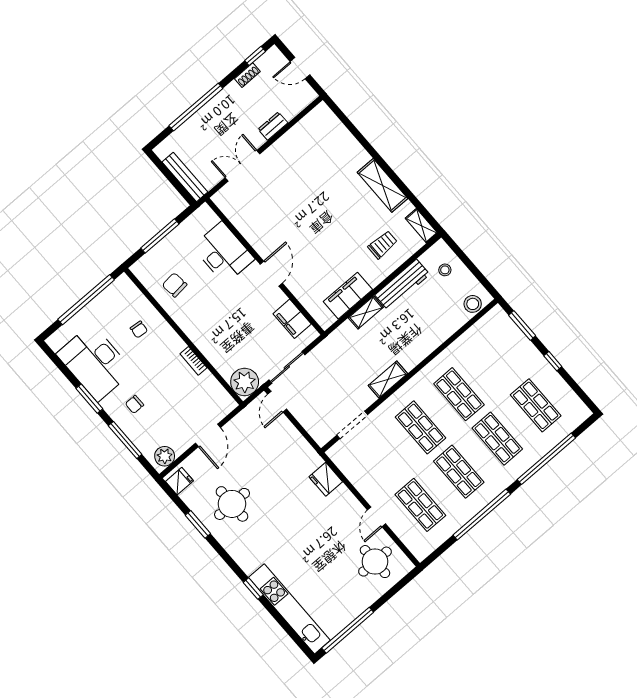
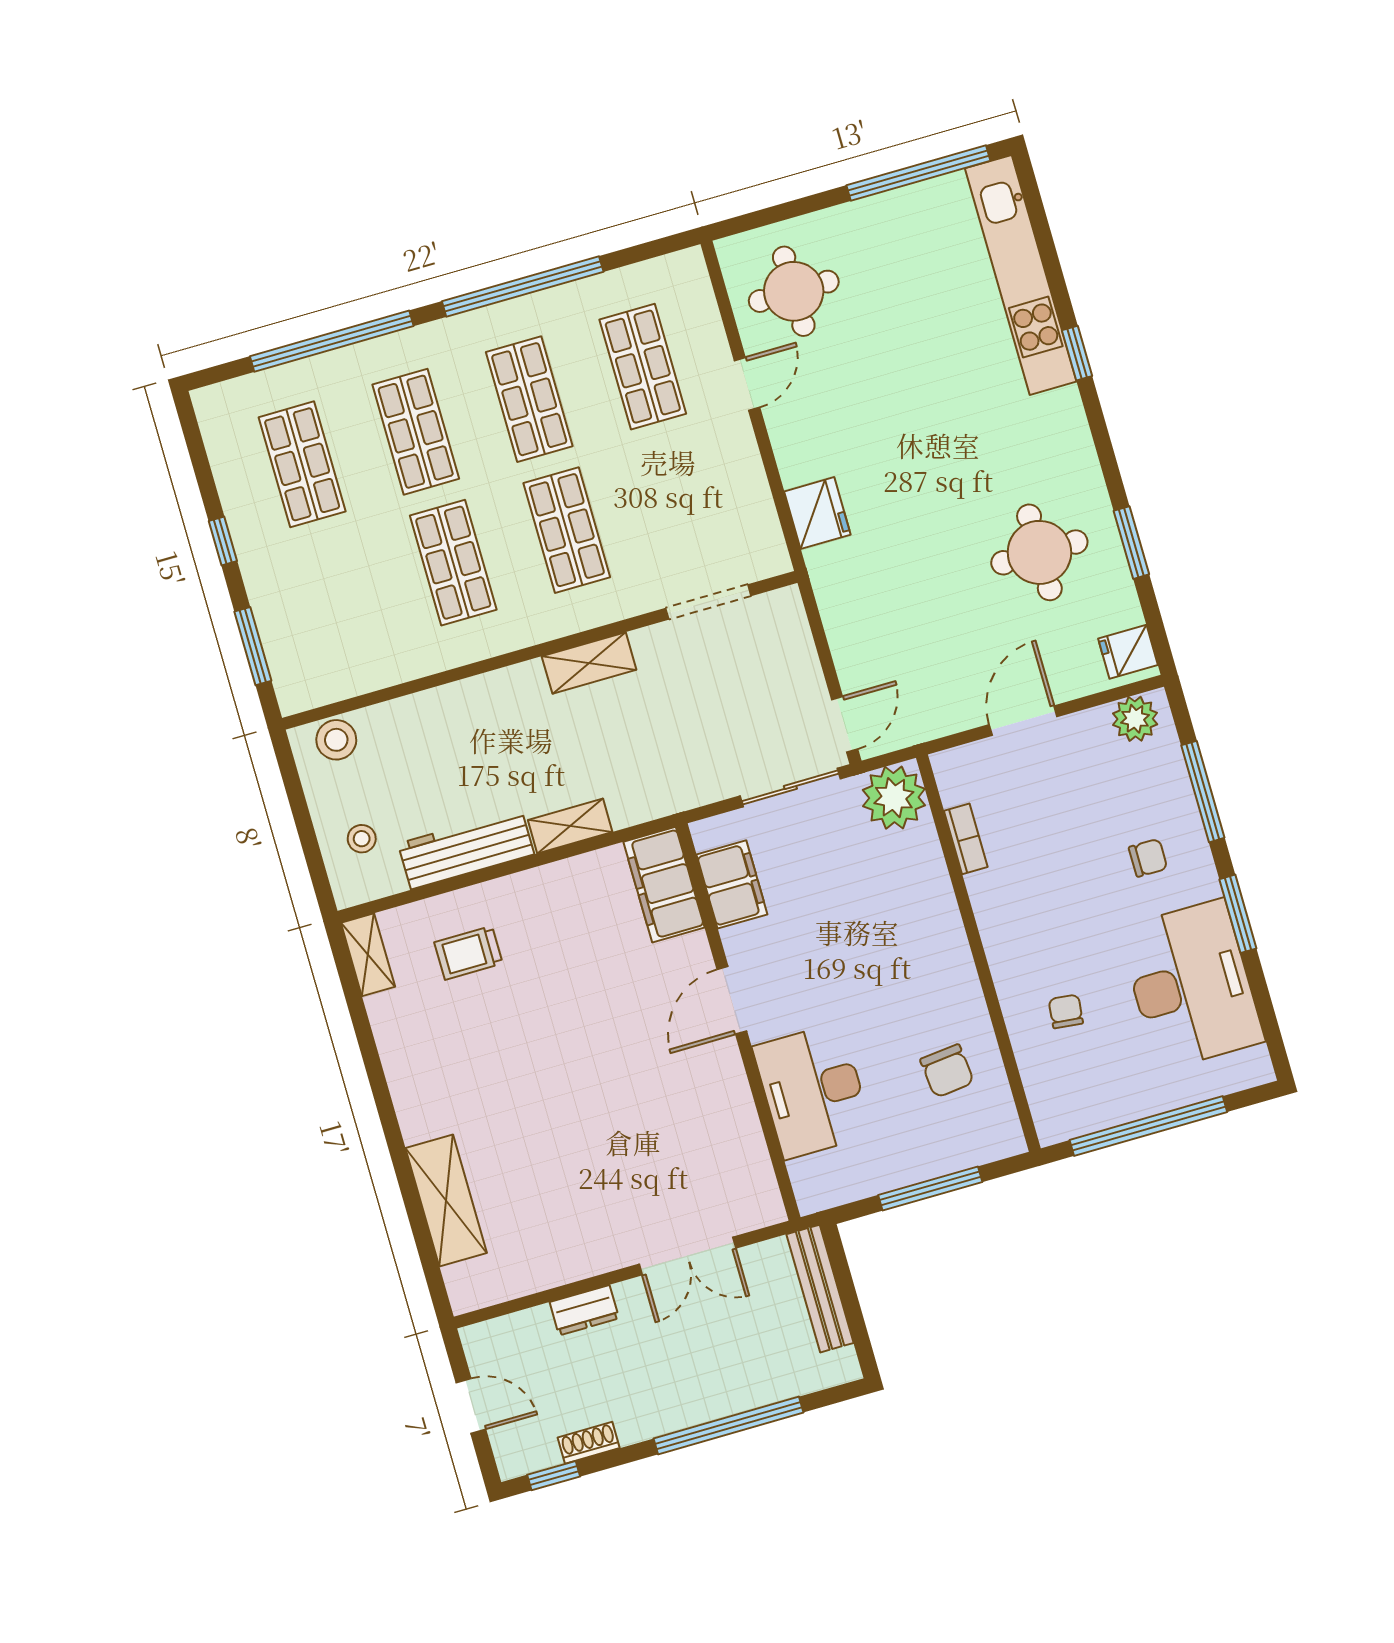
shelving: (382, 185) -> (446, 1200), moved
filing cabinet: (348, 296) -> (664, 885), moved, turned 90
bookcase: (193, 361) -> (966, 839), moved

